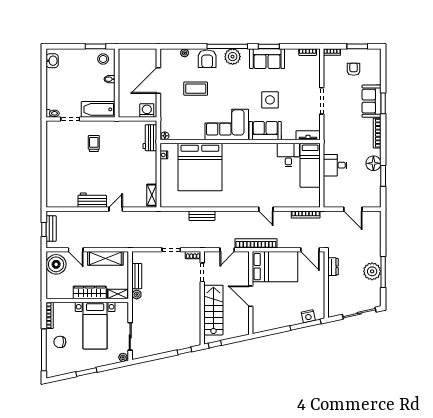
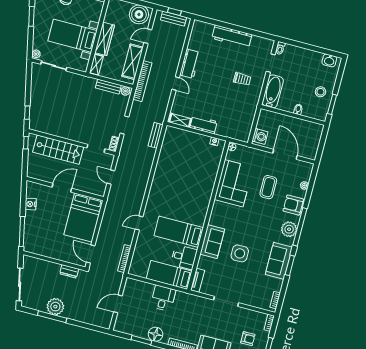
stool: (103, 59) -> (320, 92), moved
corner sofa: (227, 124) -> (234, 183), moved
workbench: (150, 138) -> (204, 125), moved
workbench: (54, 165) -> (232, 36), added
bed: (200, 167) -> (179, 232), moved, width x0.49
bench: (202, 216) -> (156, 135), moved
bookcase: (256, 243) -> (142, 81), moved
door: (310, 250) -> (91, 254), hinge flipped
plant: (137, 295) -> (125, 91), moved
nightstand: (308, 316) -> (31, 204), moved

